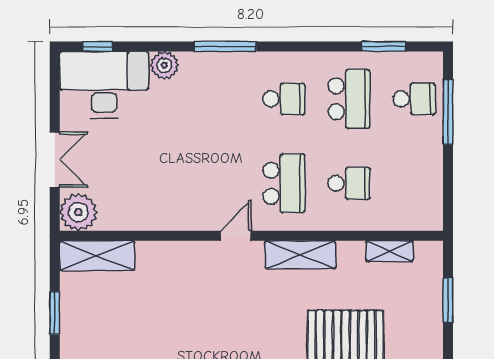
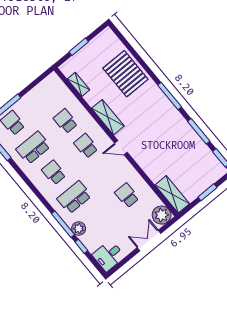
window: (97, 46) -> (81, 246), moved
window: (225, 46) -> (63, 224), moved
desk: (104, 85) -> (109, 256), width x0.53, depth x0.77
school desk: (219, 99) -> (74, 197), added
school desk: (154, 183) -> (127, 195), added
school desk: (284, 183) -> (86, 146), width x0.54

